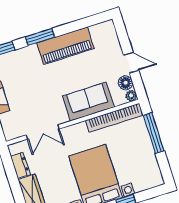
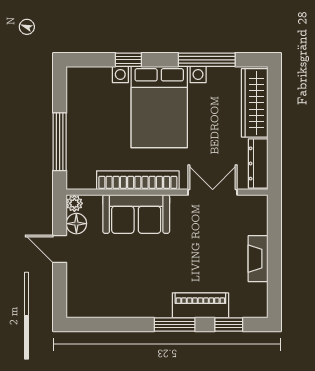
piano: (65, 46) -> (200, 305), moved, width x0.73, depth x0.75
bookcase: (114, 118) -> (138, 180), moved
dresser: (20, 165) -> (258, 163), width x1.44

